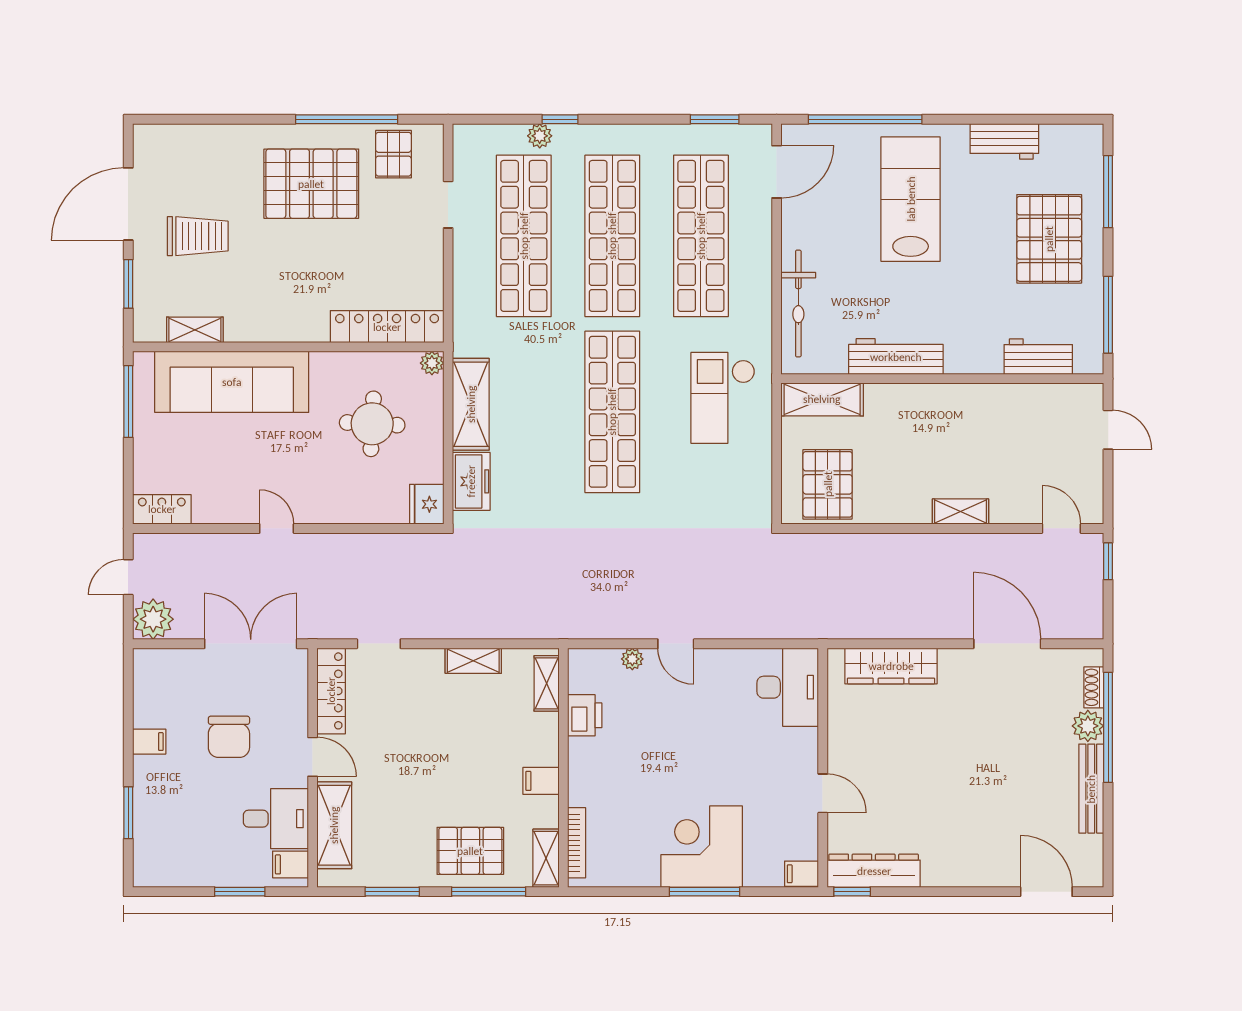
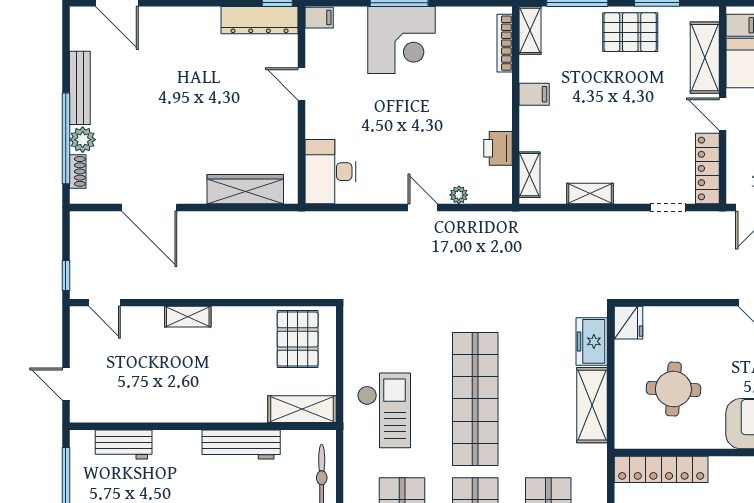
plant: (432, 363) -> (624, 439), removed
pallet: (470, 851) -> (630, 32), moved

